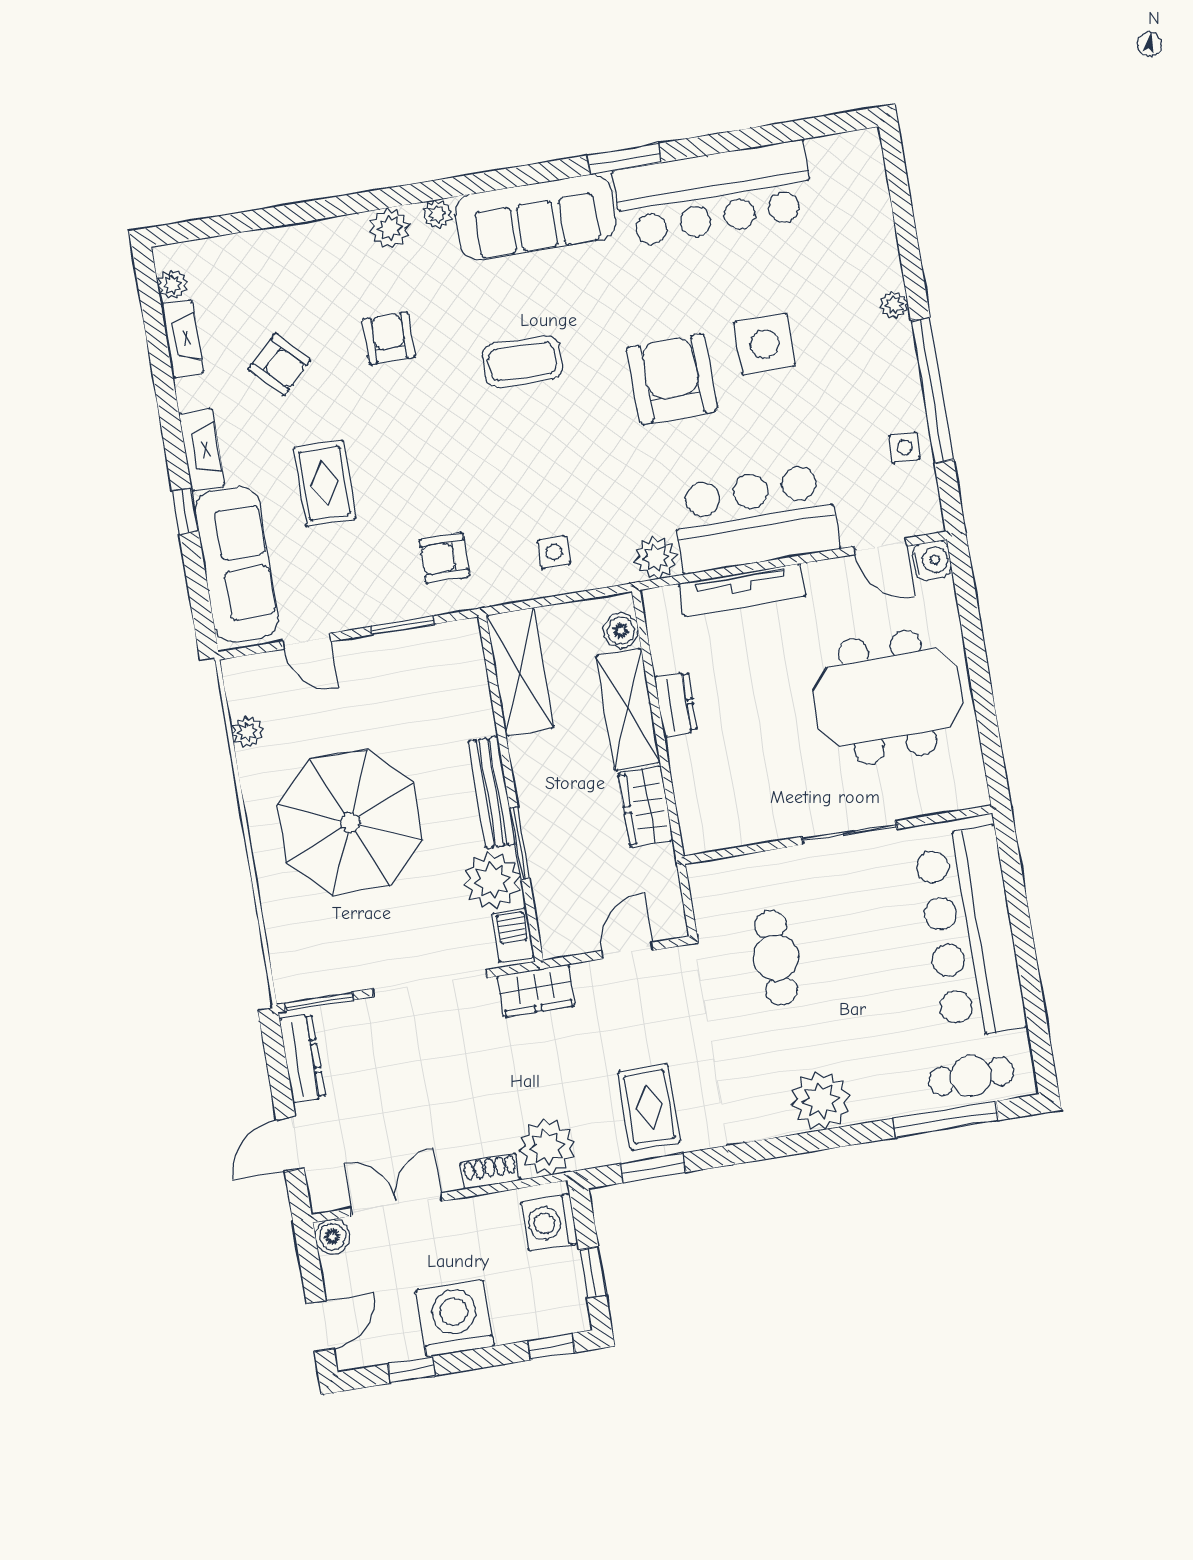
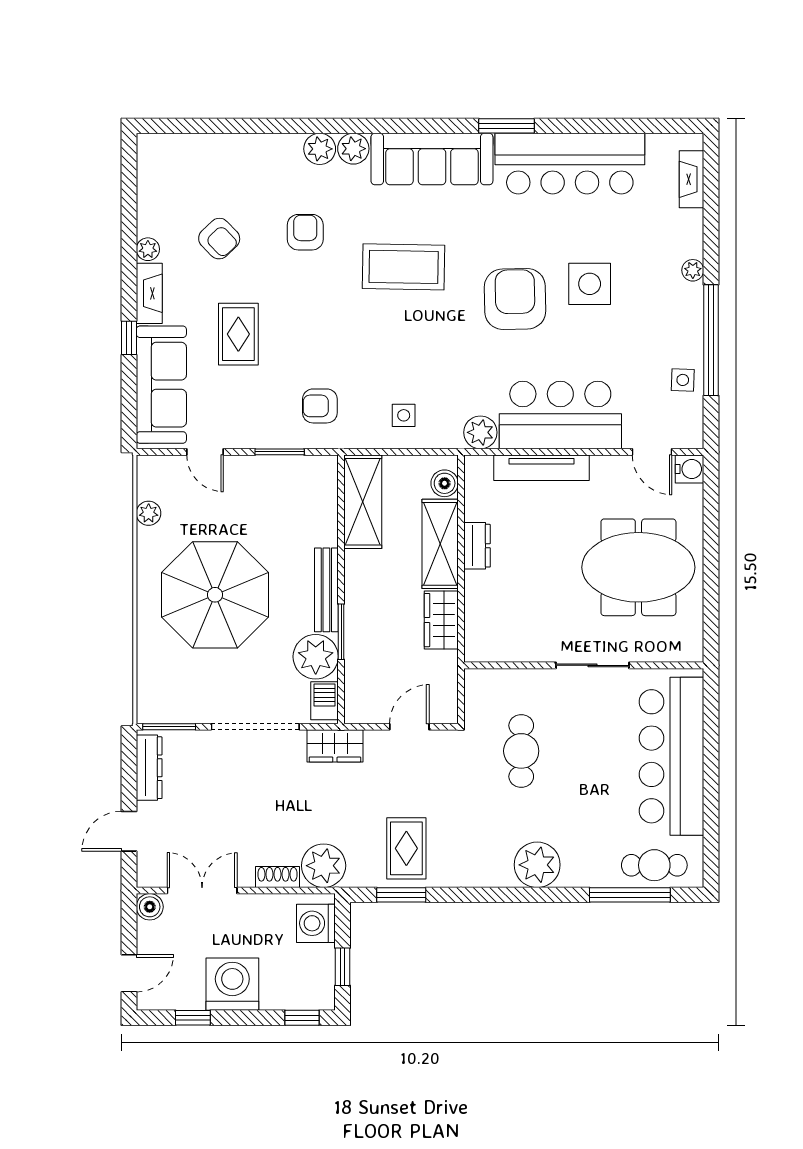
plant: (437, 214) -> (353, 149), width x1.38, depth x1.38
plant: (172, 285) -> (148, 249), moved
fireplace: (182, 339) -> (691, 179), moved, turned 180
coffee table: (522, 362) -> (404, 267), width x1.36, depth x1.32

